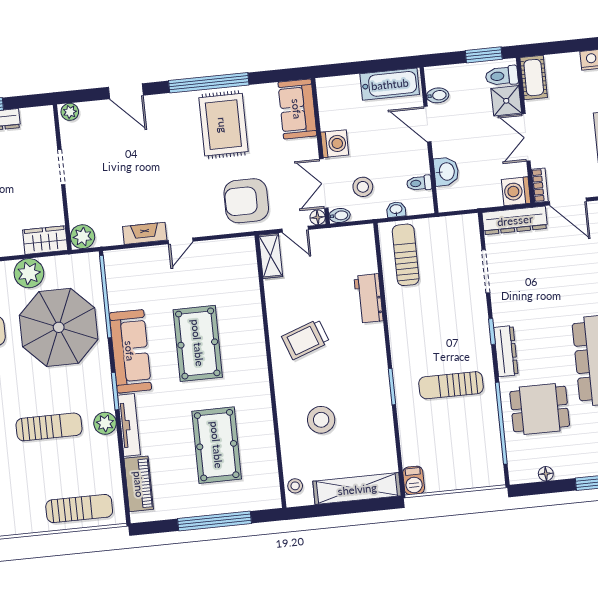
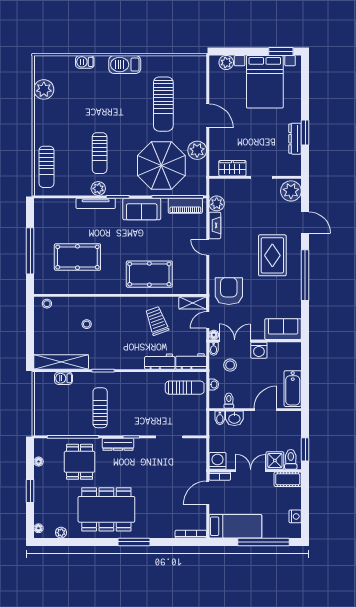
door: (126, 91) -> (305, 223), swing flipped
bidet: (438, 95) -> (220, 418), moved
plant: (70, 112) -> (291, 191), width x1.88, depth x1.88
rug: (223, 125) -> (272, 255), moved, turned 90
dresser: (515, 220) -> (199, 458), removed
plant: (83, 237) -> (217, 203), moved
wardrobe: (45, 240) -> (232, 168), moved, turned -90
workbench: (363, 249) -> (191, 361), added
trolley: (306, 339) -> (157, 321), moved
pool table: (198, 343) -> (149, 274), moved
sofa: (130, 351) -> (142, 209), width x0.73
stool: (321, 420) -> (87, 324), width x0.53, depth x0.53
barbecue: (414, 480) -> (64, 378), moved
piano: (139, 484) -> (185, 206), moved
shelving: (357, 489) -> (61, 362), moved, turned 90

